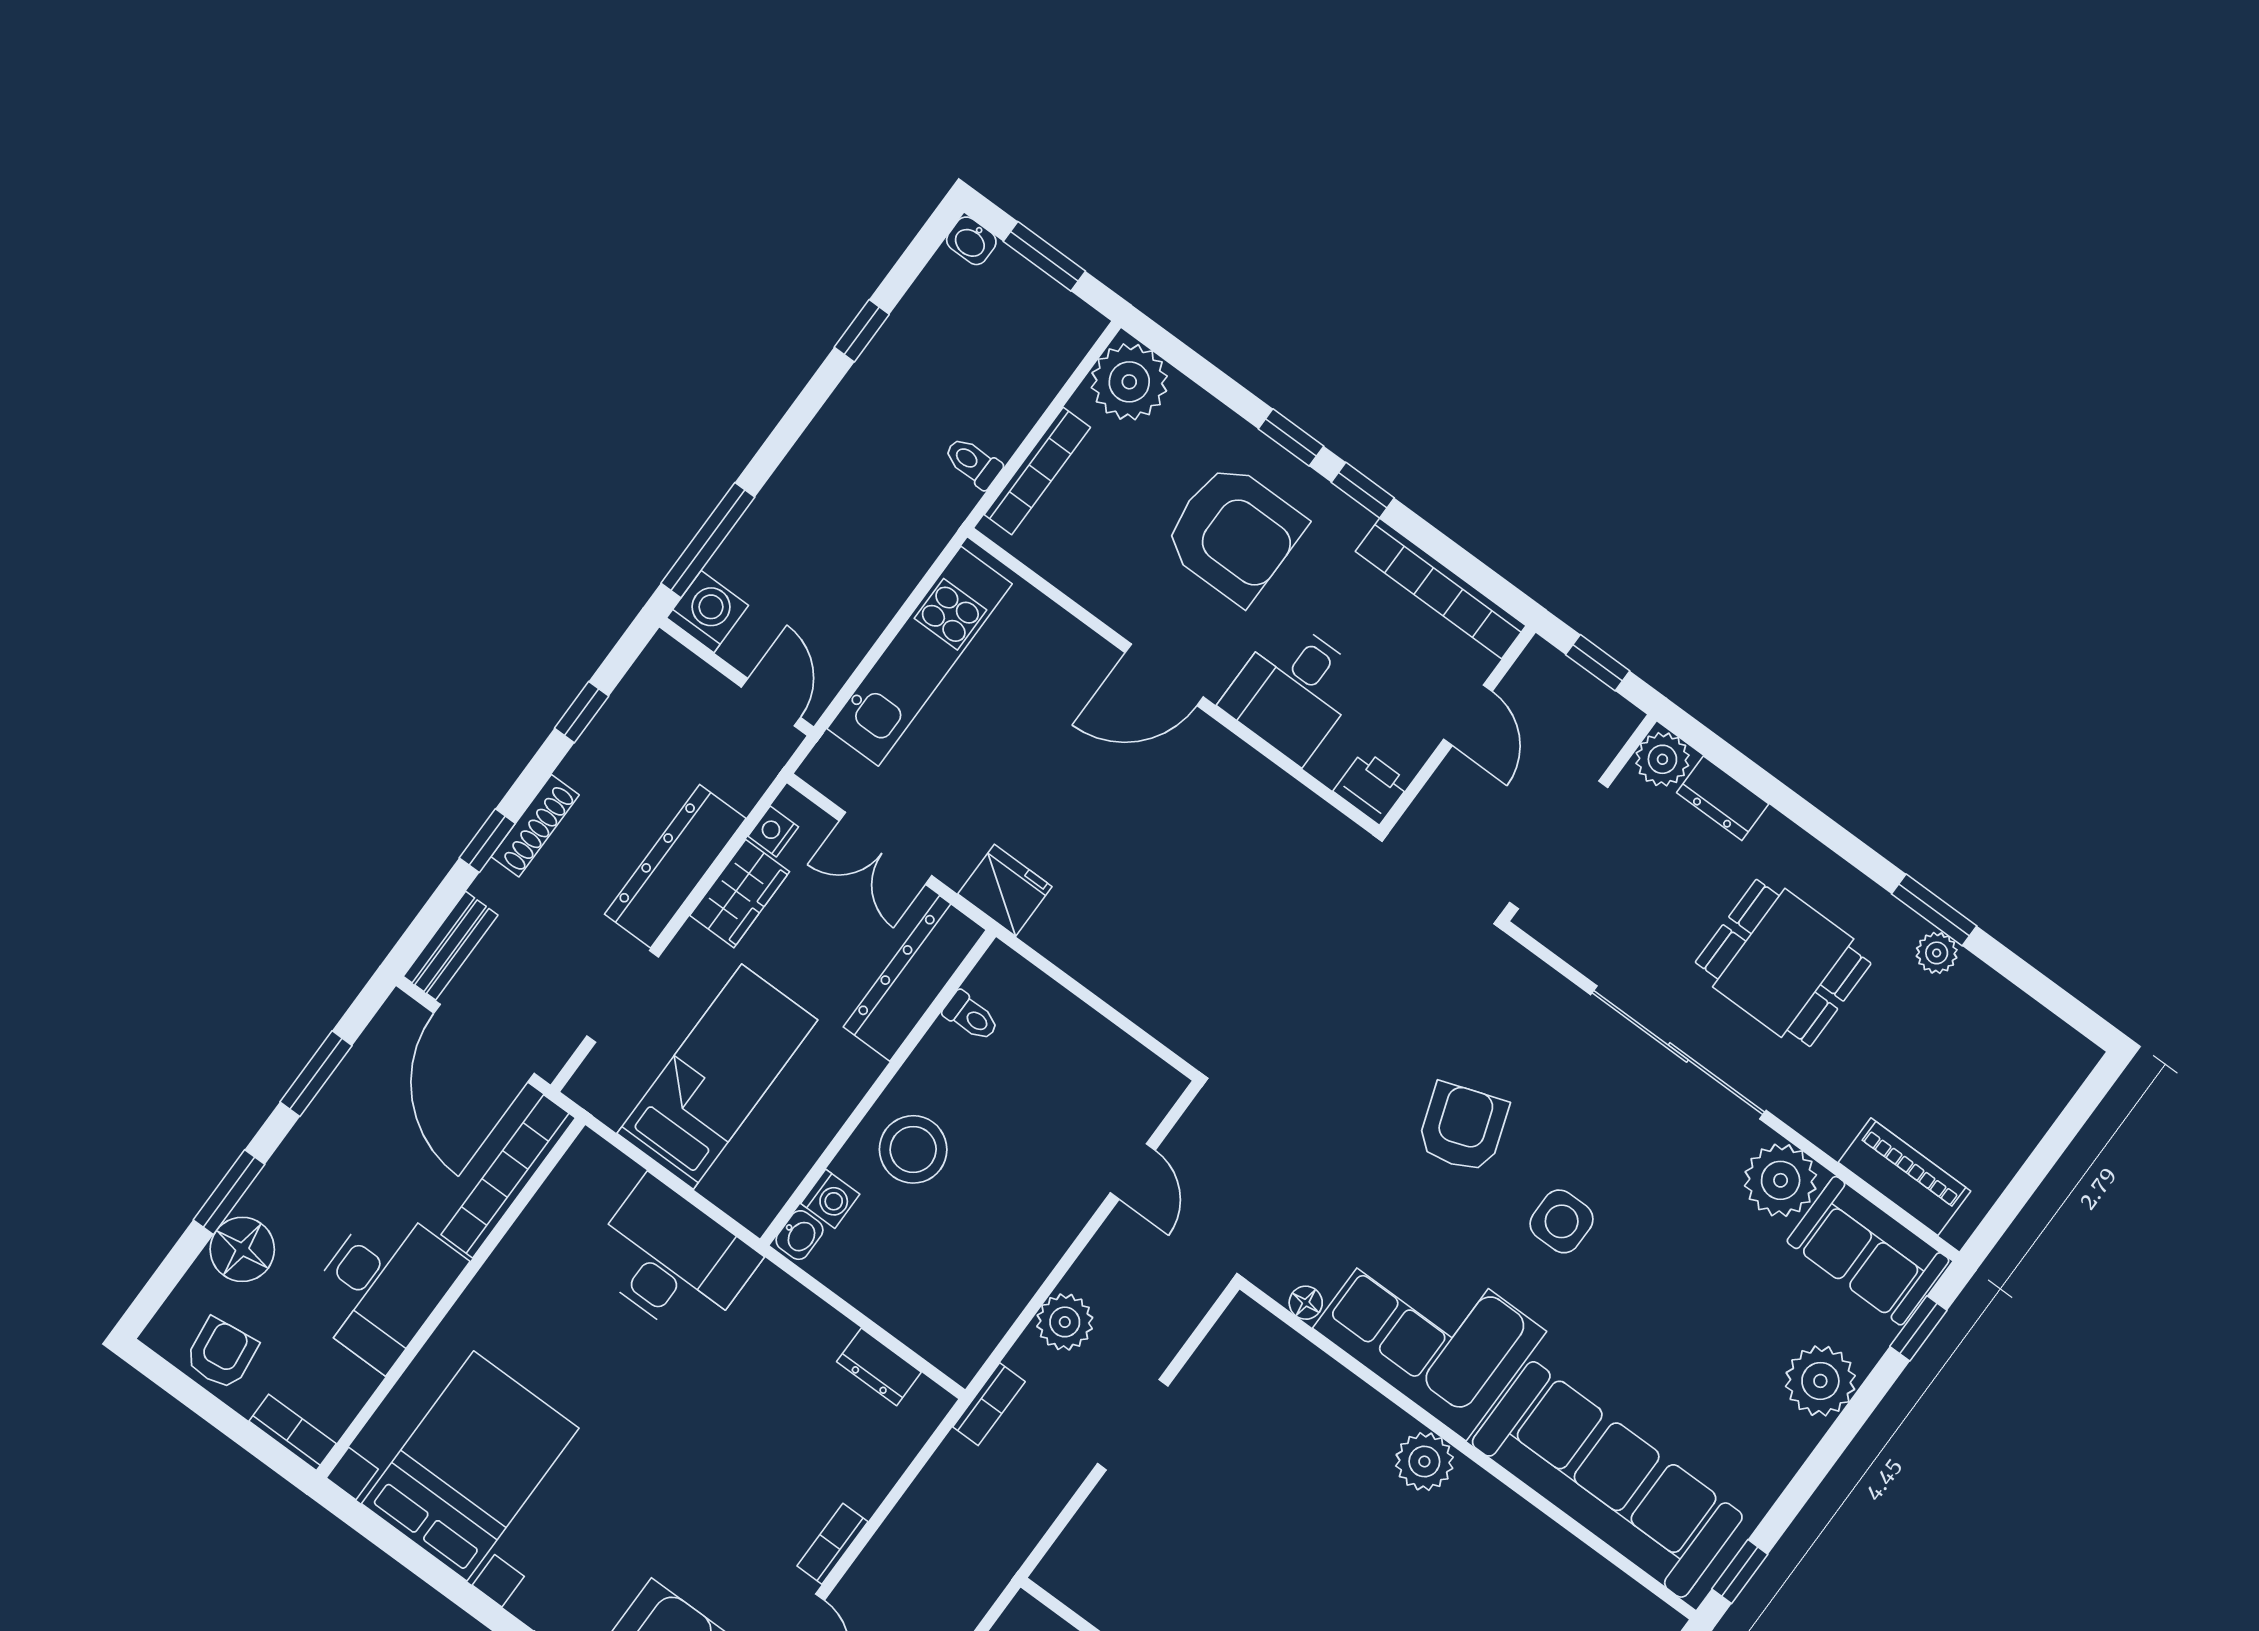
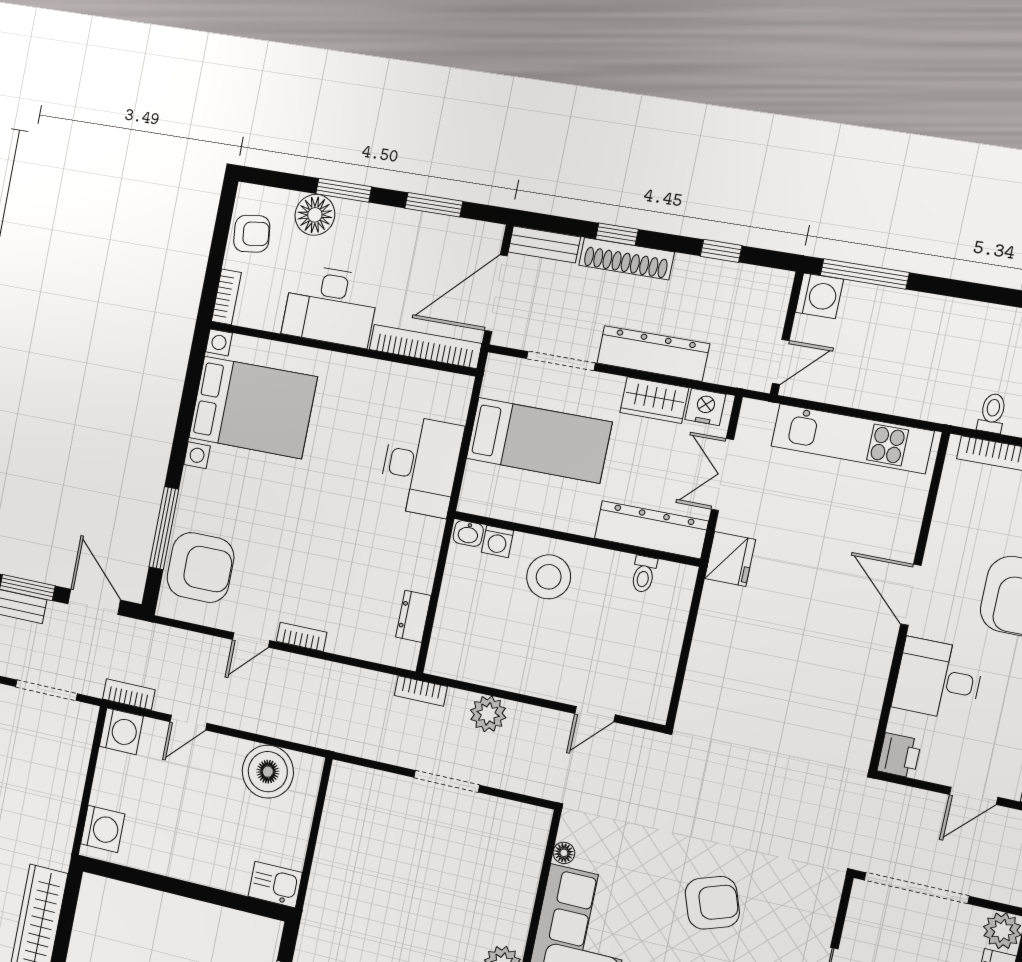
shoe rack: (535, 826) -> (626, 259), width x1.36, depth x1.24
nightstand: (773, 831) -> (705, 407), width x1.39, depth x1.35

